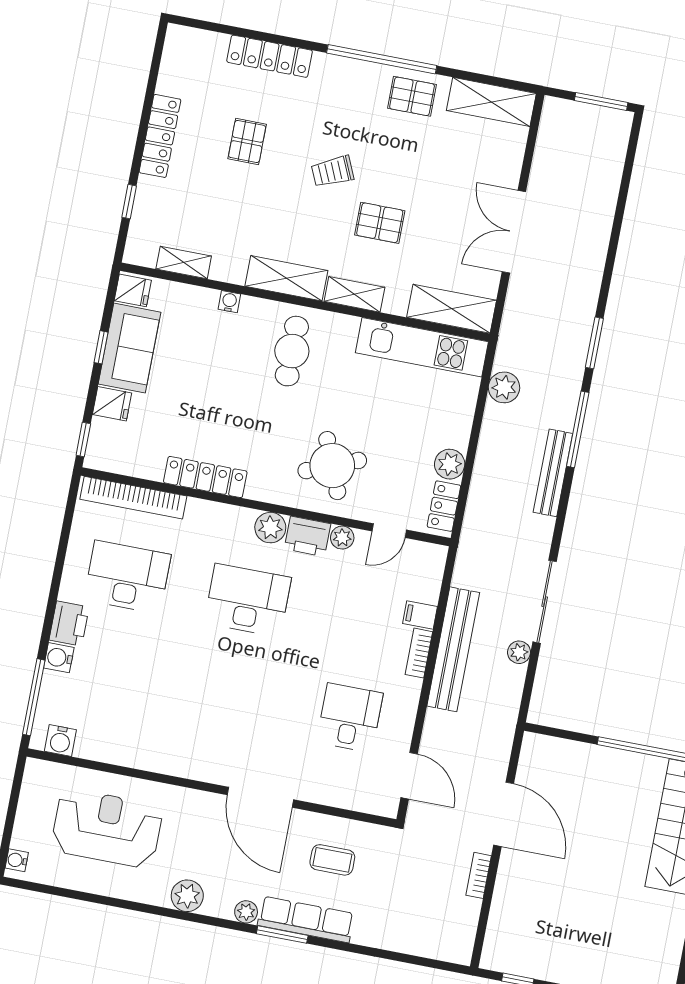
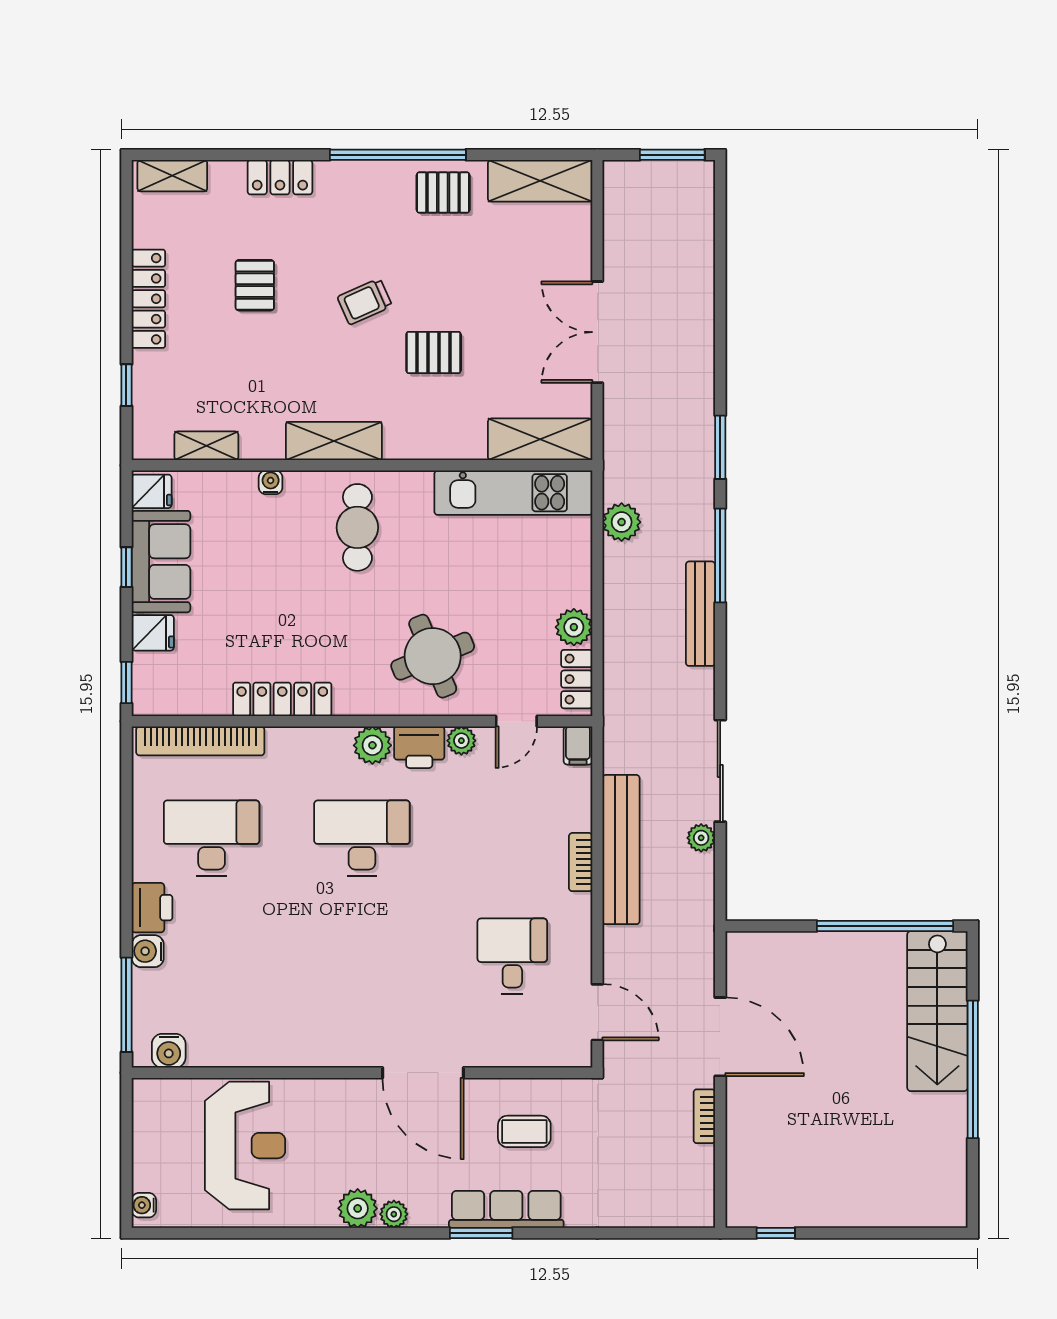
locker: (270, 56) -> (280, 177), width x0.66
shelving: (354, 294) -> (172, 176), moved
filing cabinet: (420, 615) -> (578, 745), moved, turned -90
reception desk: (107, 828) -> (245, 1146), turned 90
plant: (246, 912) -> (394, 1214), moved

